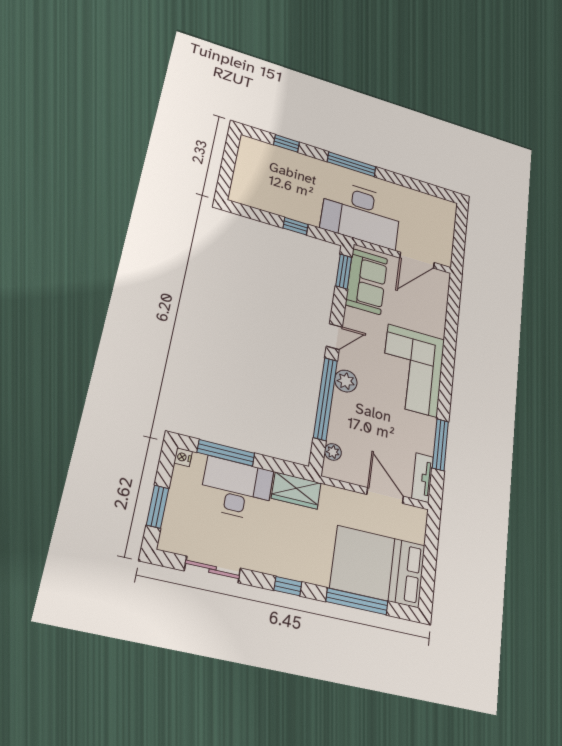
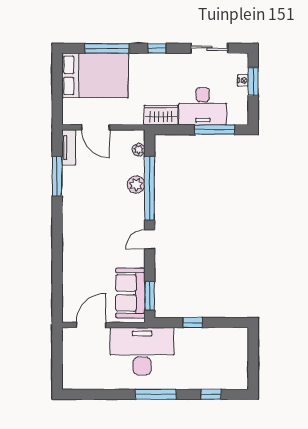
corner sofa: (412, 370) -> (85, 230), removed
plant: (346, 381) -> (136, 184), moved
nightstand: (183, 457) -> (243, 80), moved

